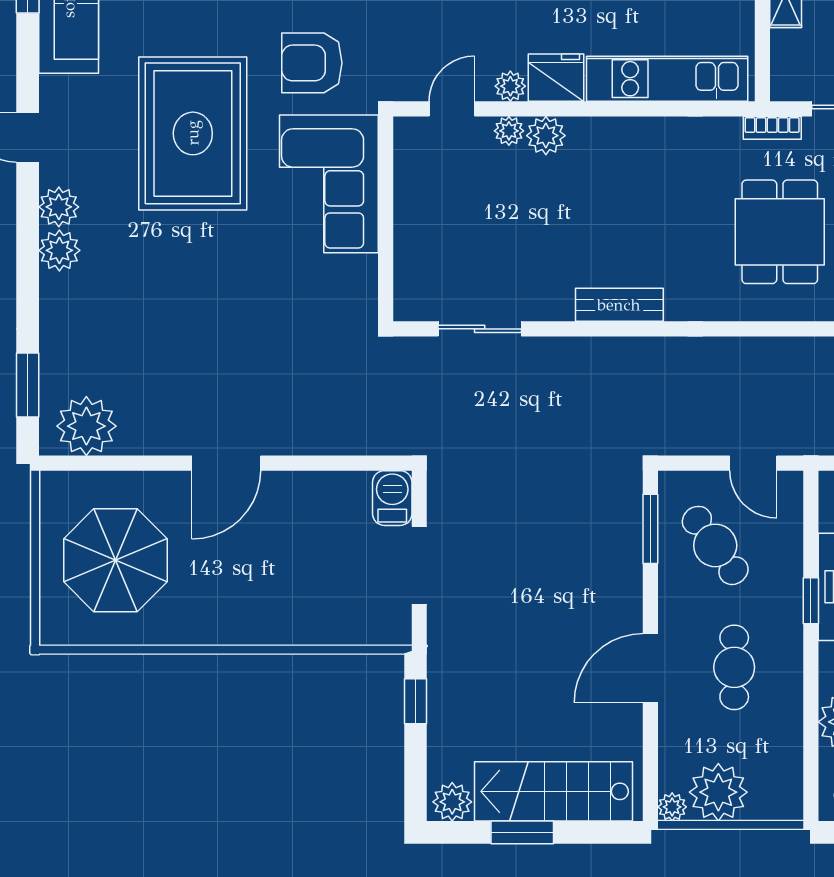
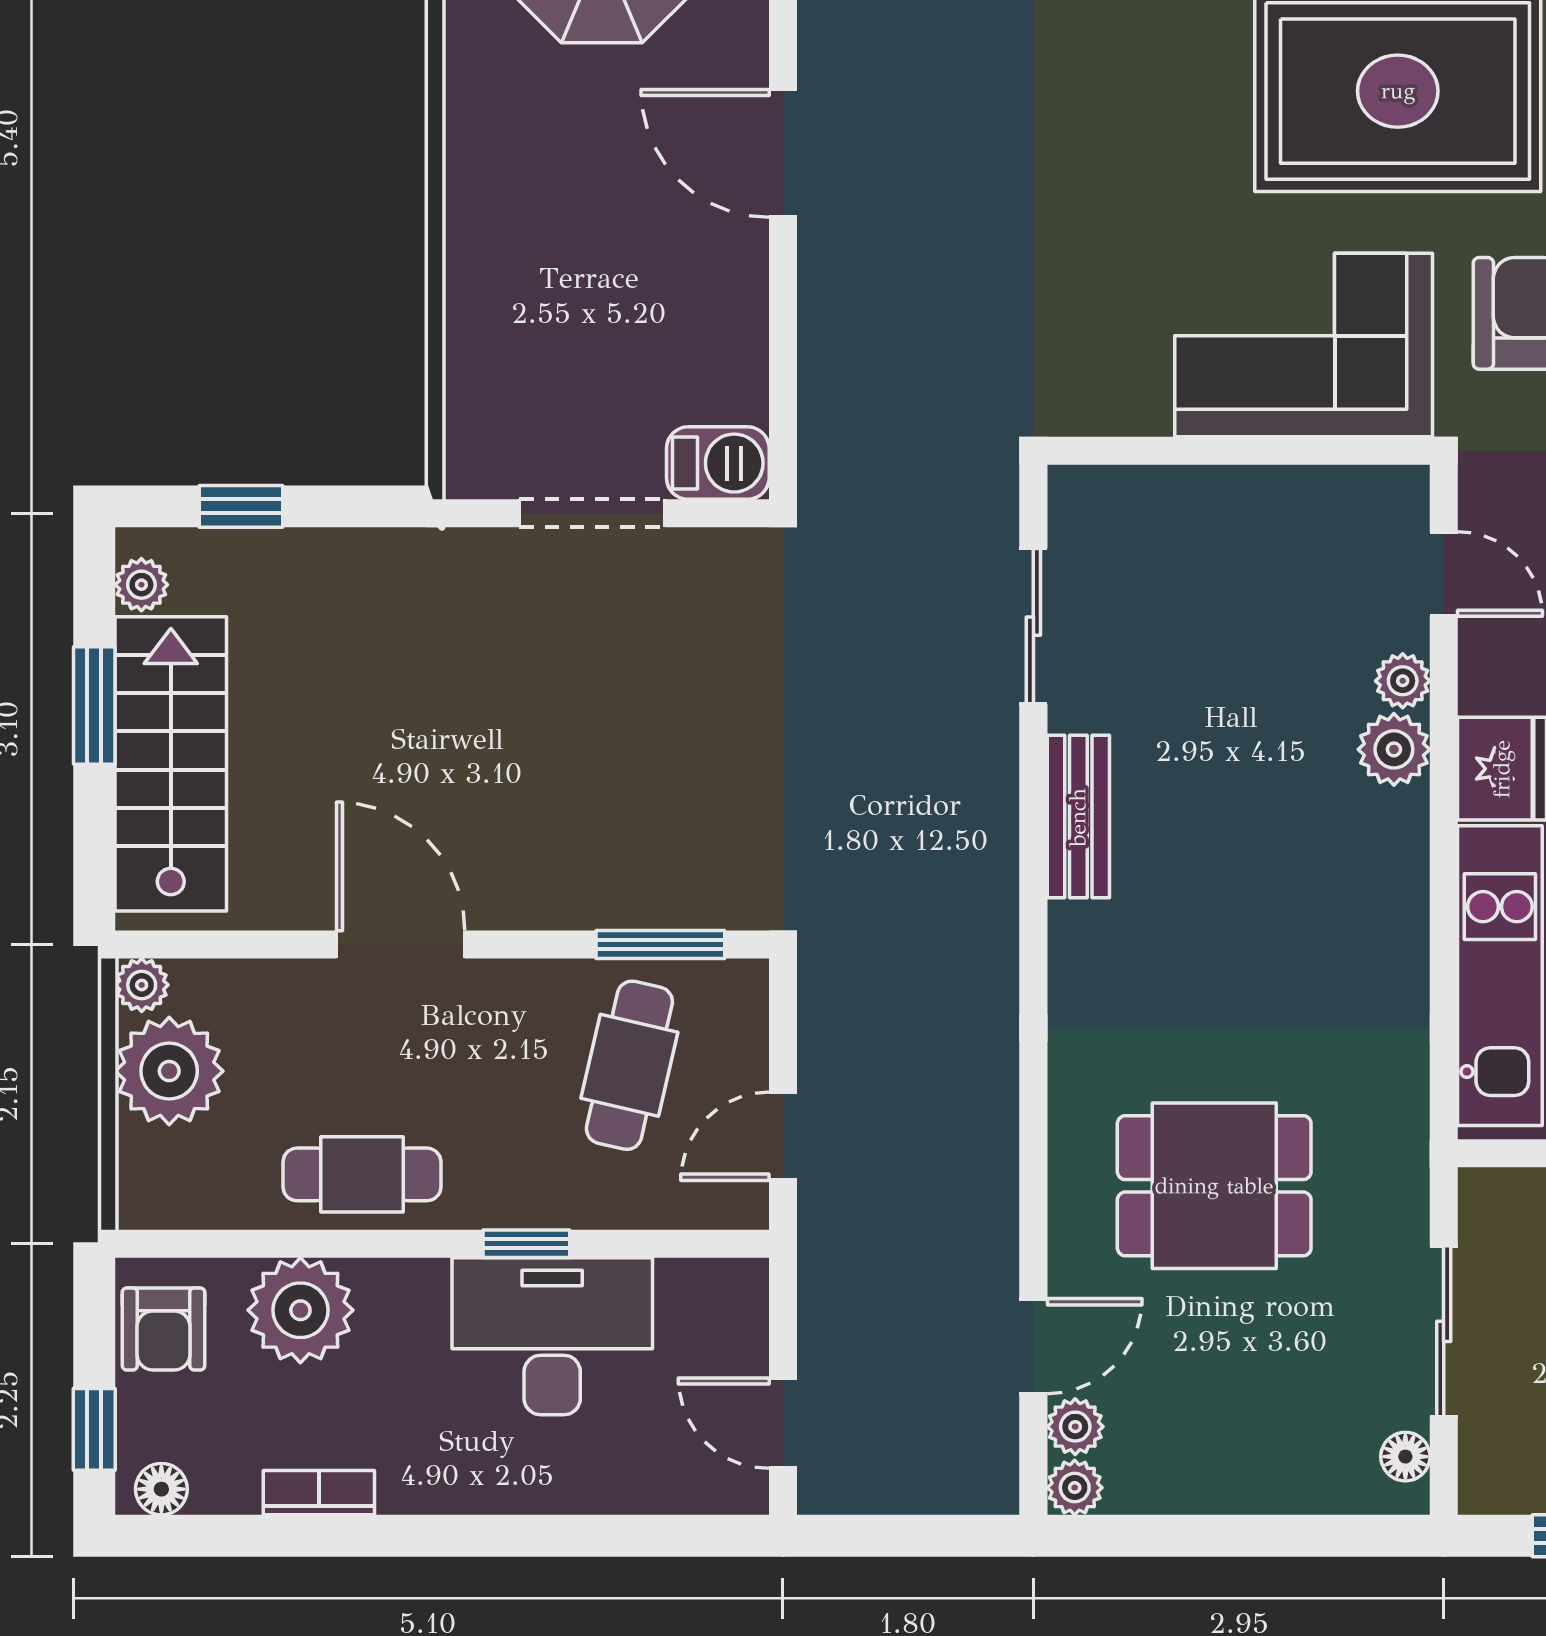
plant: (510, 86) -> (1486, 683), removed
bookcase: (772, 128) -> (1408, 1172), removed
bench: (619, 305) -> (1078, 817), moved
cafe table: (715, 545) -> (629, 1065), turned -41
cafe table: (734, 667) -> (362, 1174), moved
window: (415, 701) -> (241, 506), moved
plant: (452, 802) -> (141, 585), width x0.73, depth x0.73

